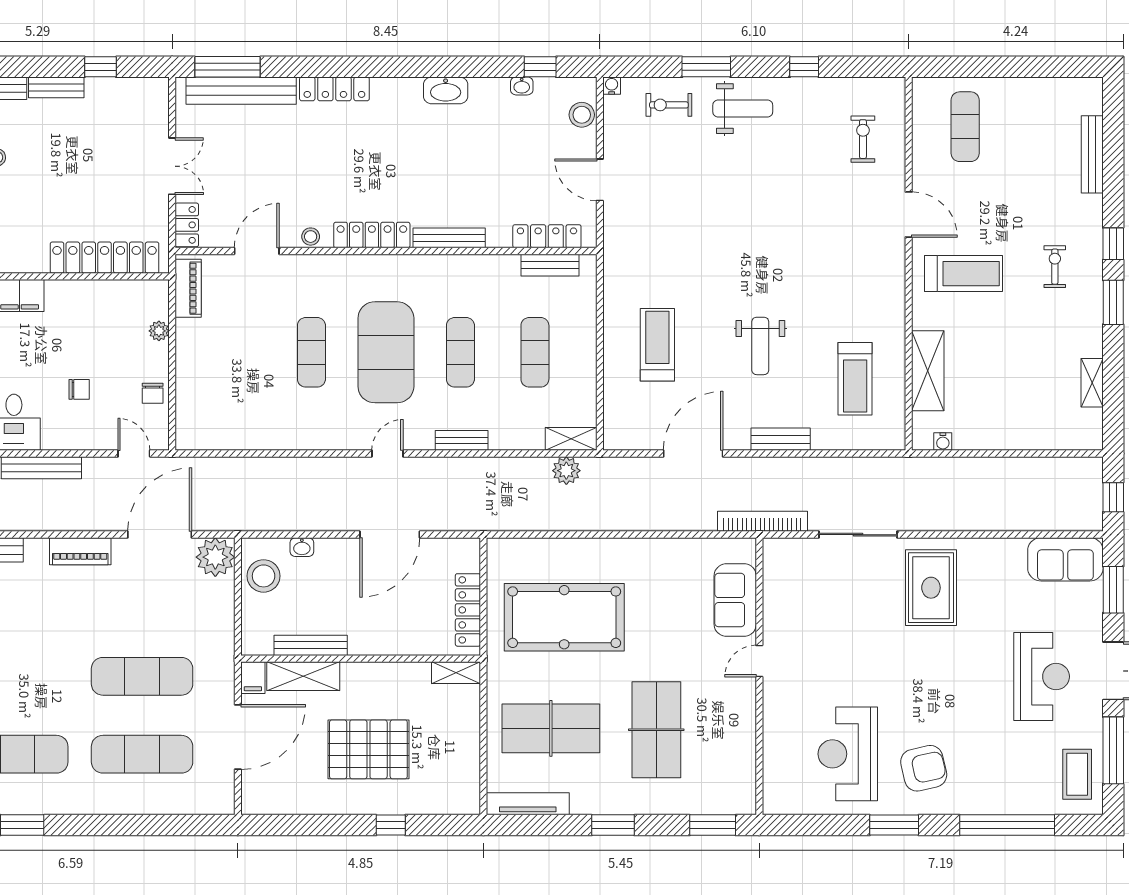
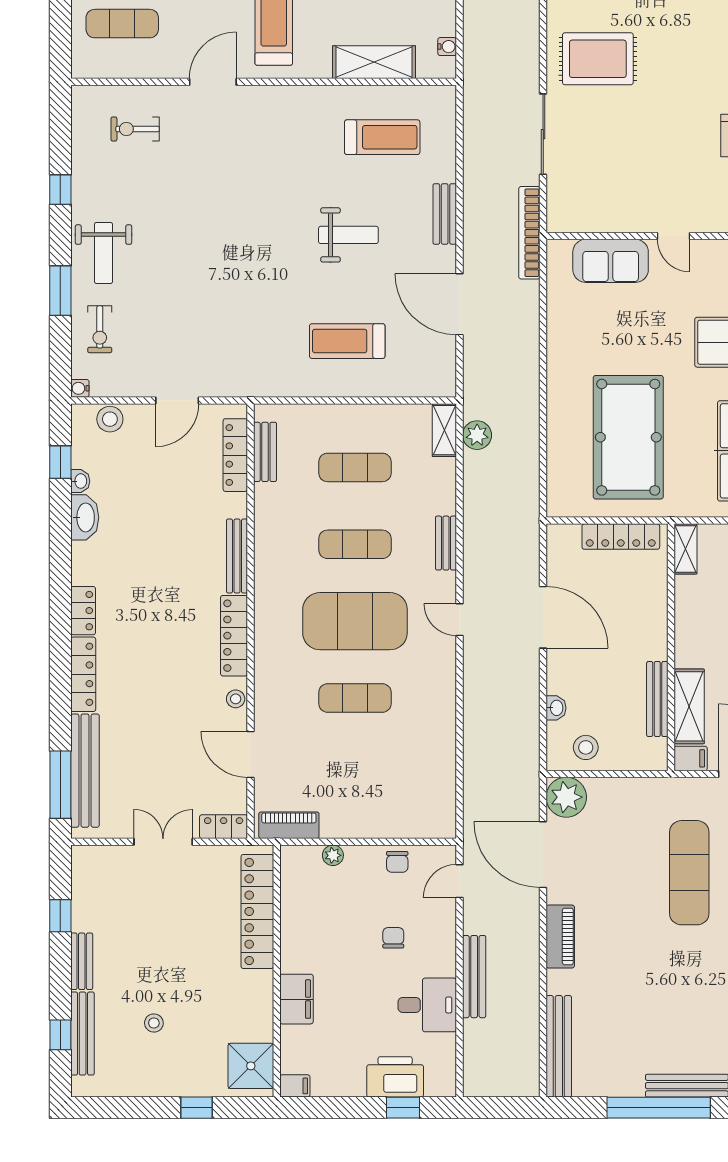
locker: (396, 89) -> (83, 611), added
washbasin: (446, 90) -> (85, 517), moved
weight bench: (743, 109) -> (103, 253), turned 180
chair: (153, 393) -> (397, 862), turned 90
stool: (264, 576) -> (586, 747), width x0.73, depth x0.73

